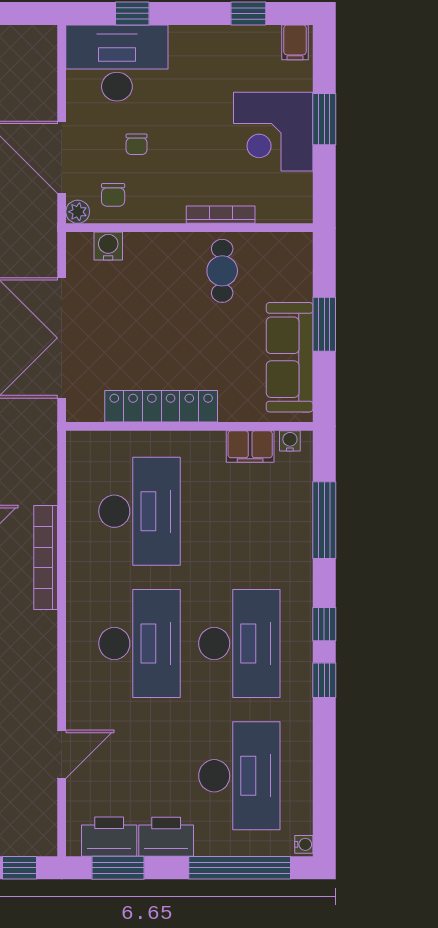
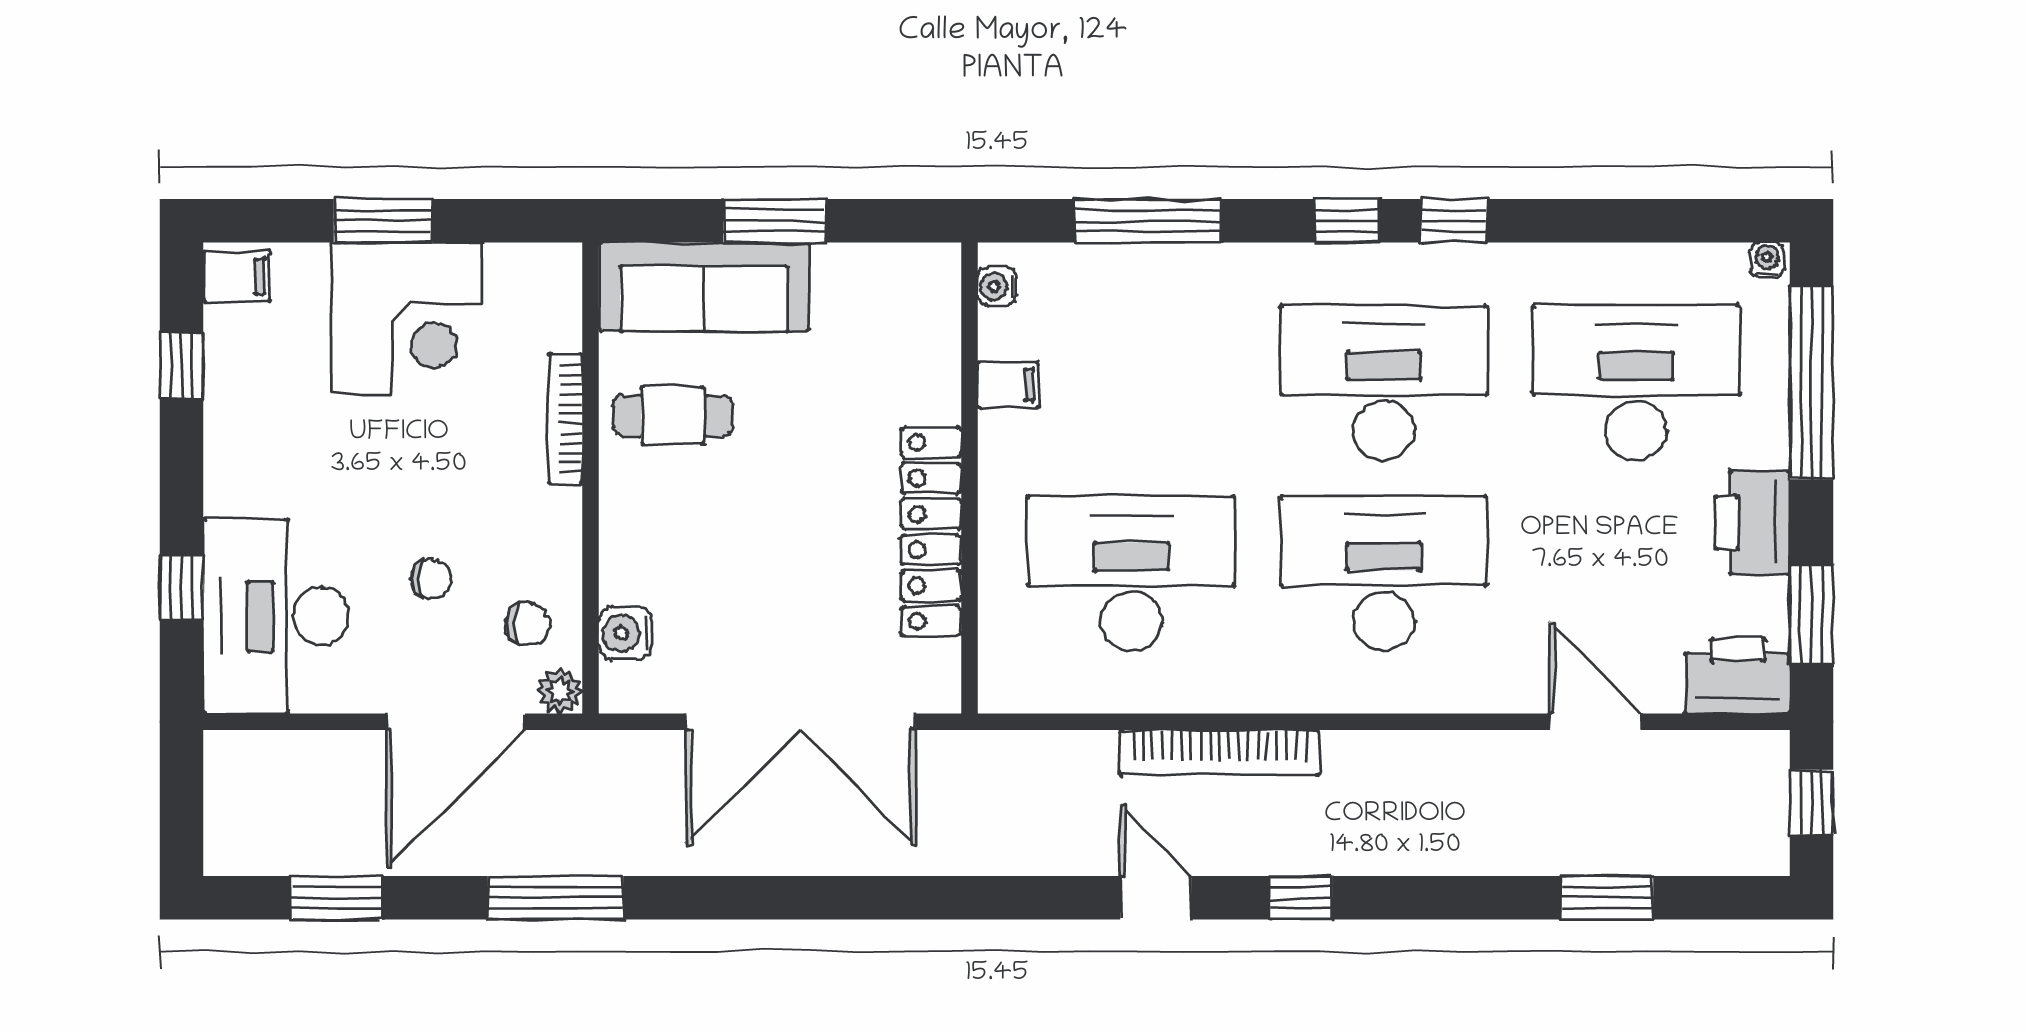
sofa: (290, 357) -> (704, 287), moved
filing cabinet: (250, 447) -> (1008, 385), width x0.50
printer: (109, 837) -> (1738, 676), moved, turned 90

